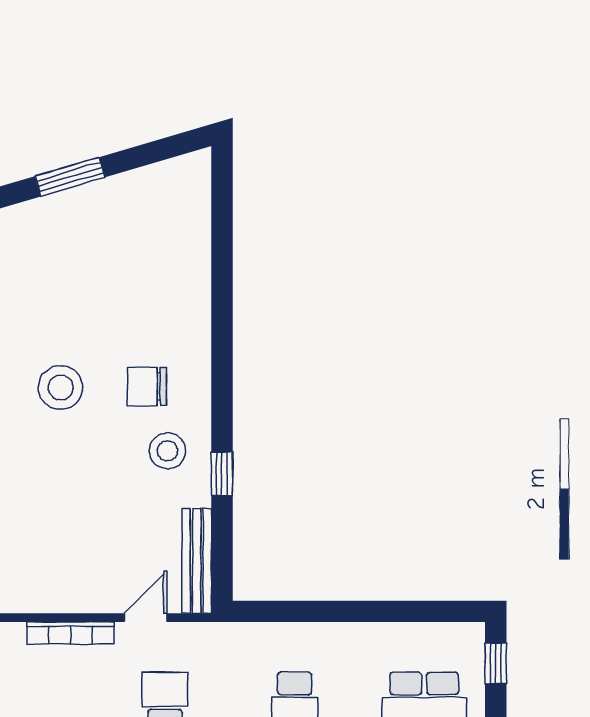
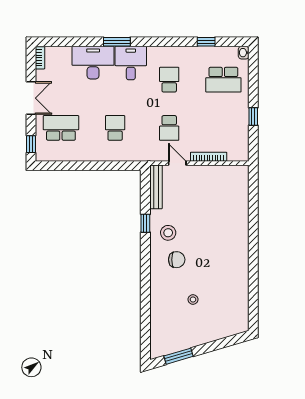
window: (70, 177) -> (178, 356), moved
stool: (61, 388) -> (193, 299), moved, width x0.53, depth x0.53
door: (146, 618) -> (177, 163), swing flipped

